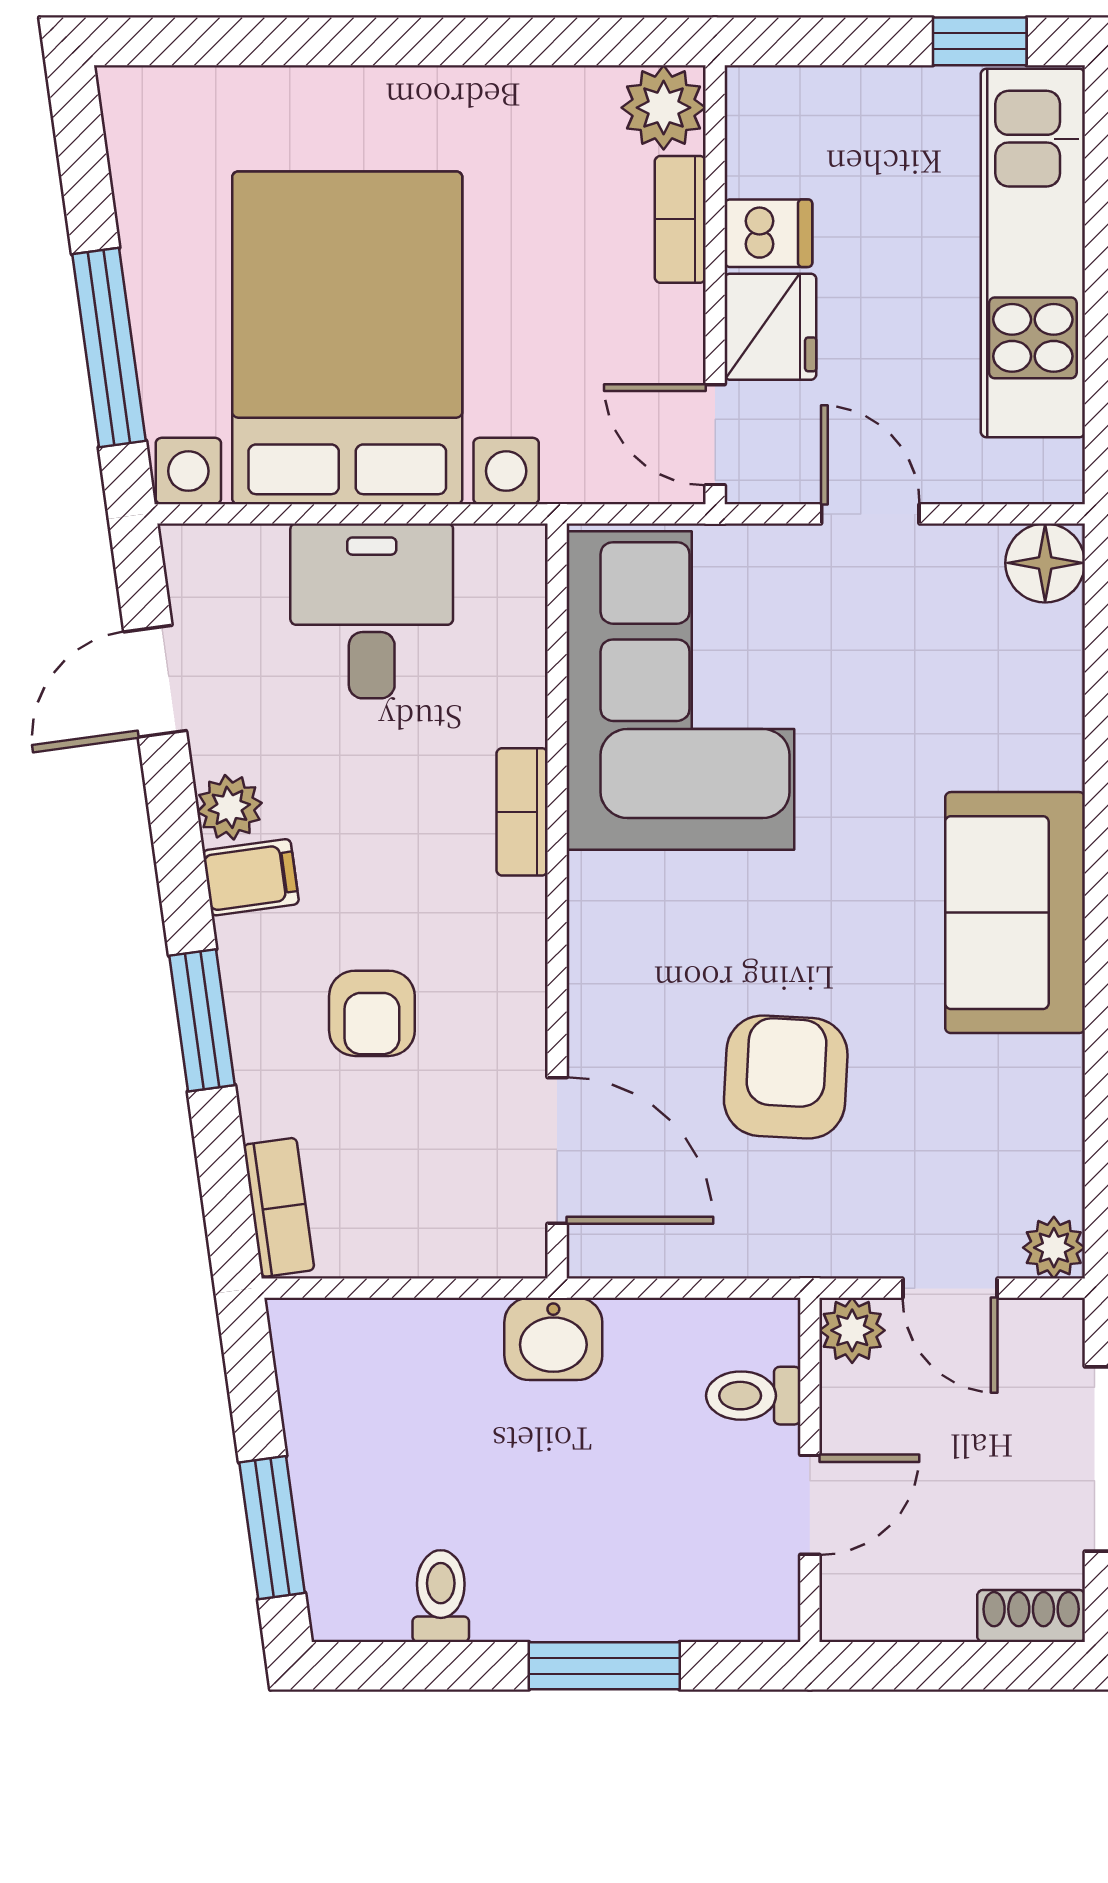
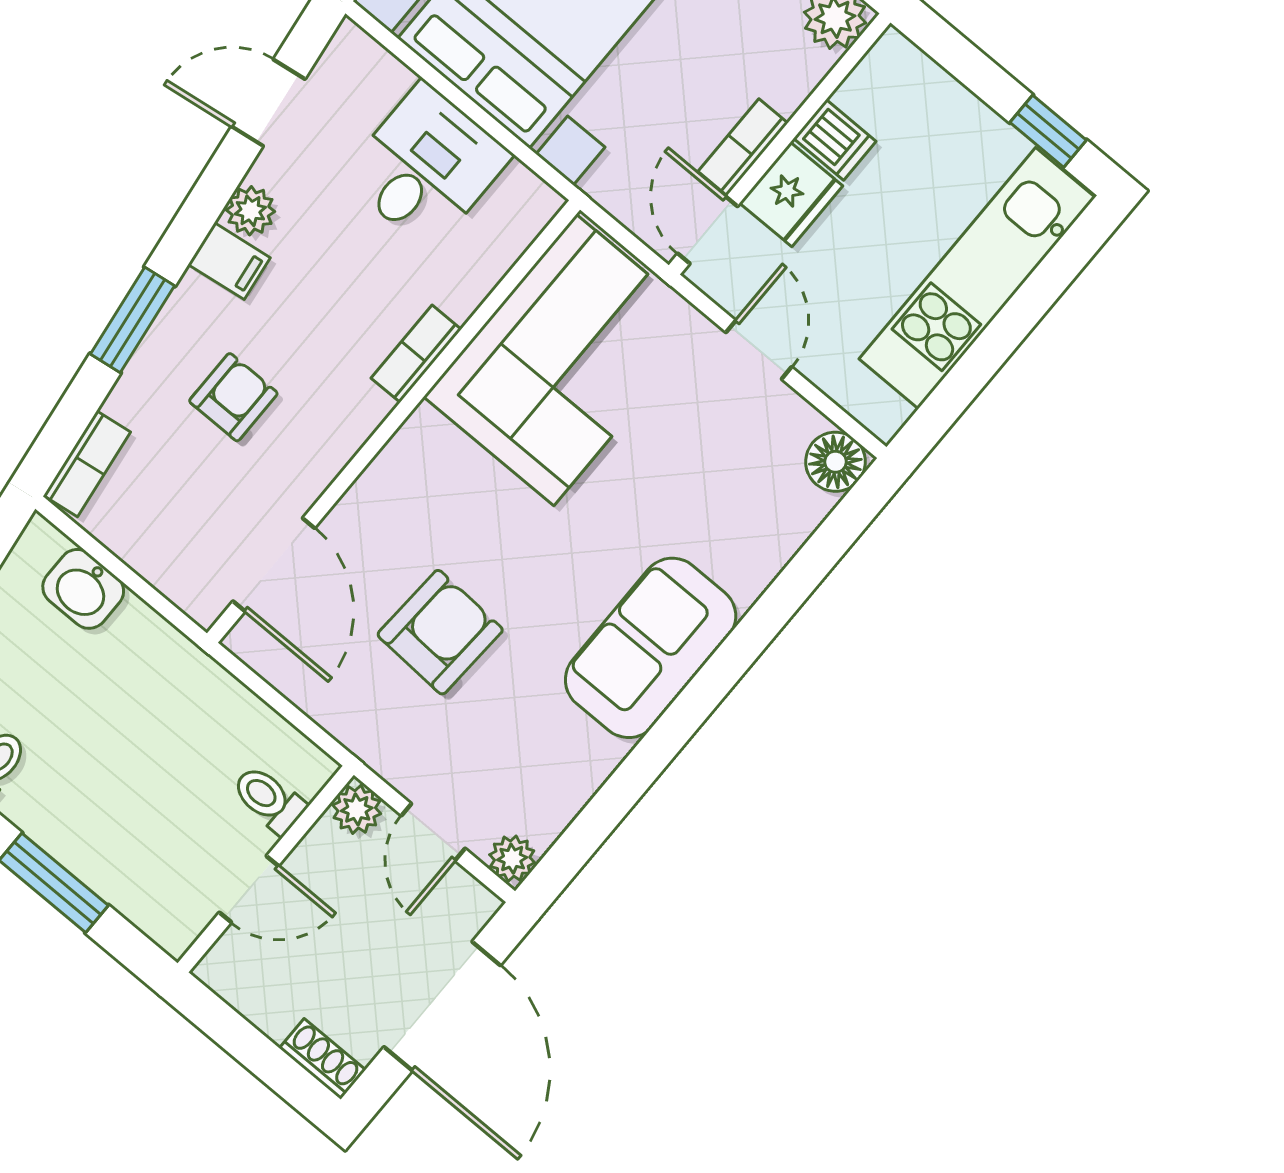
bookcase: (680, 219) -> (743, 147), moved
armchair: (372, 1013) -> (233, 397), turned 180
washbasin: (553, 1339) -> (83, 589), moved

